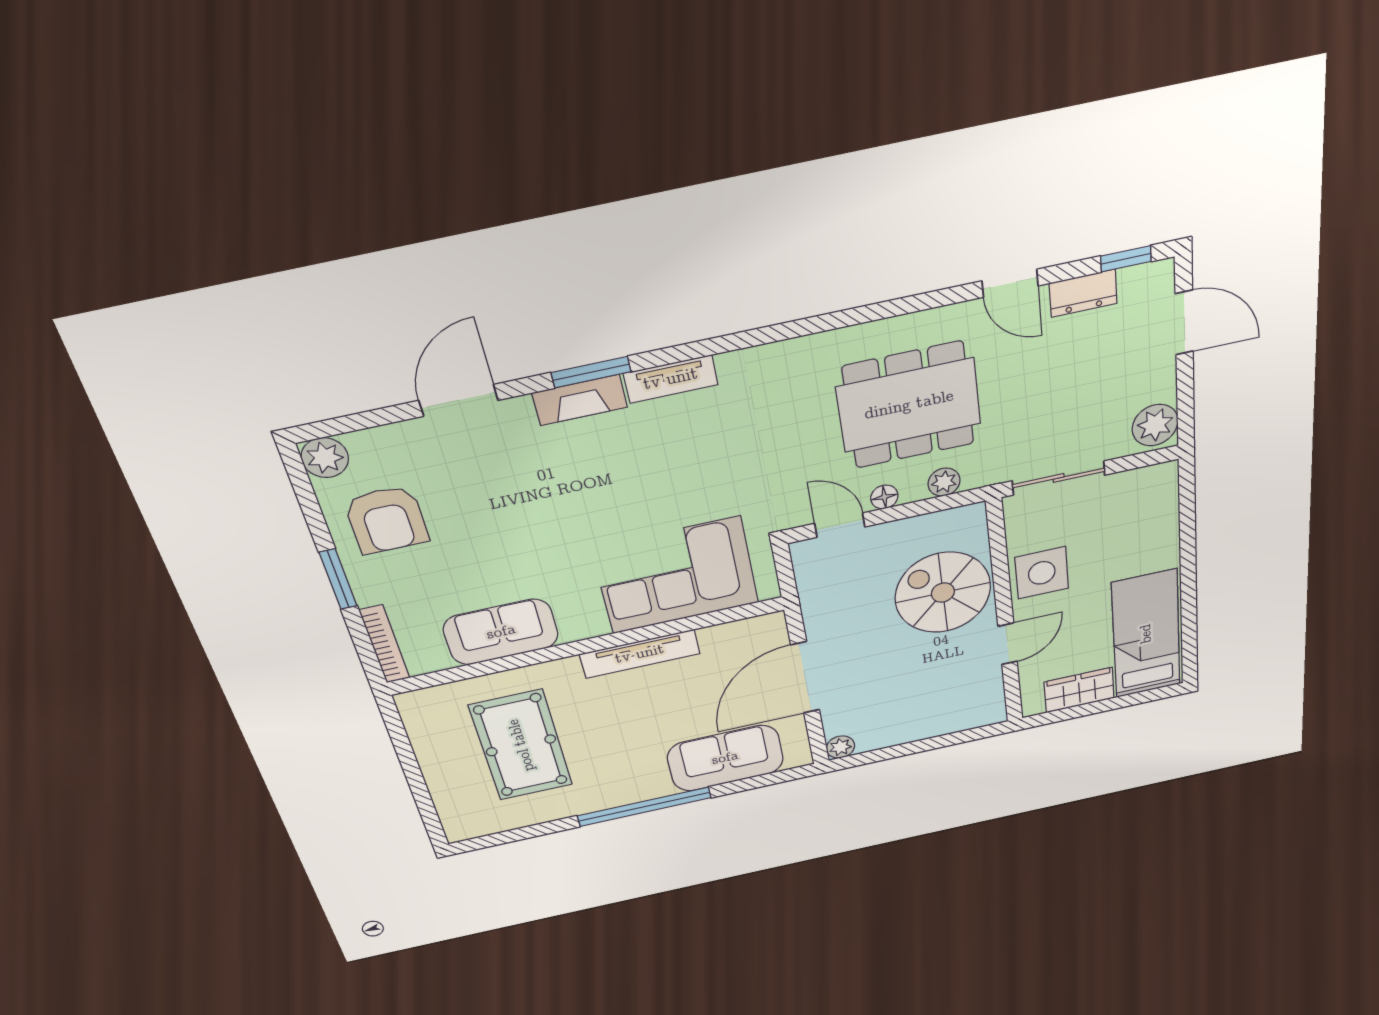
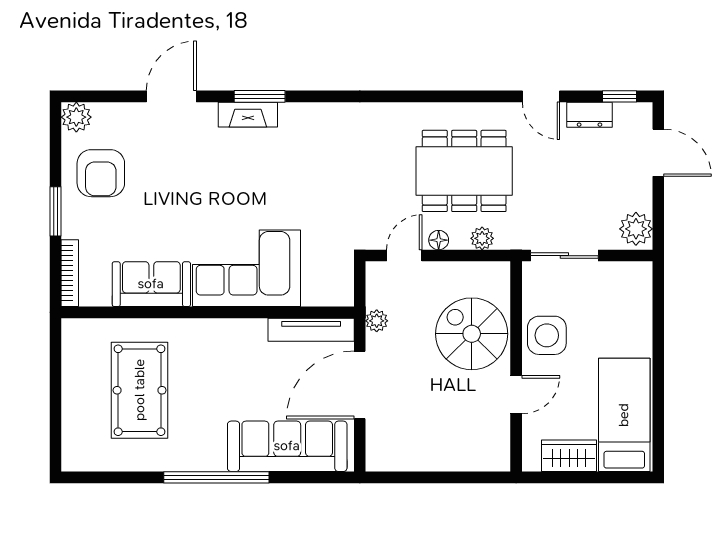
tv unit: (671, 379) -> (309, 113), removed
door: (840, 525) -> (404, 256), hinge flipped
corner sofa: (676, 576) -> (247, 268), moved
tv unit: (640, 654) -> (311, 330), moved
plant: (840, 747) -> (377, 321), moved
sofa: (725, 758) -> (287, 446), width x1.36

